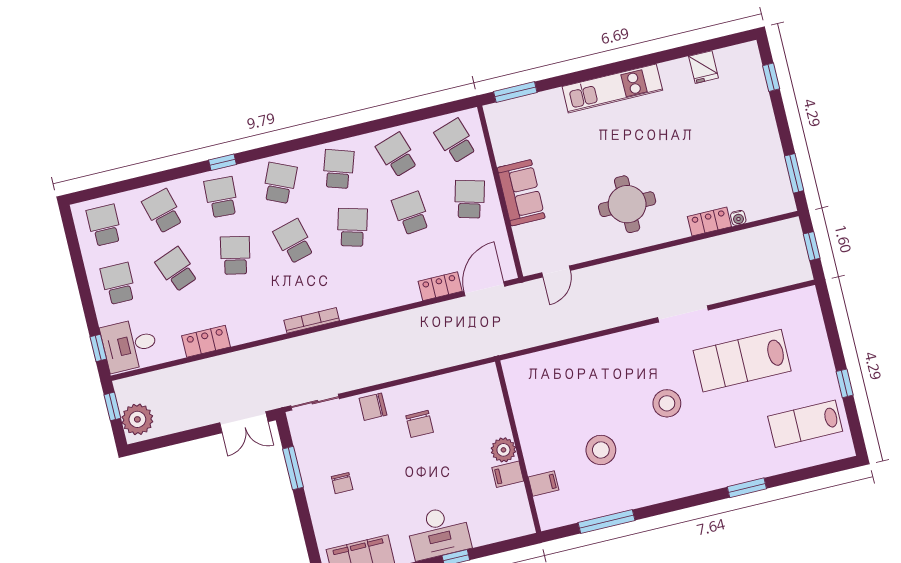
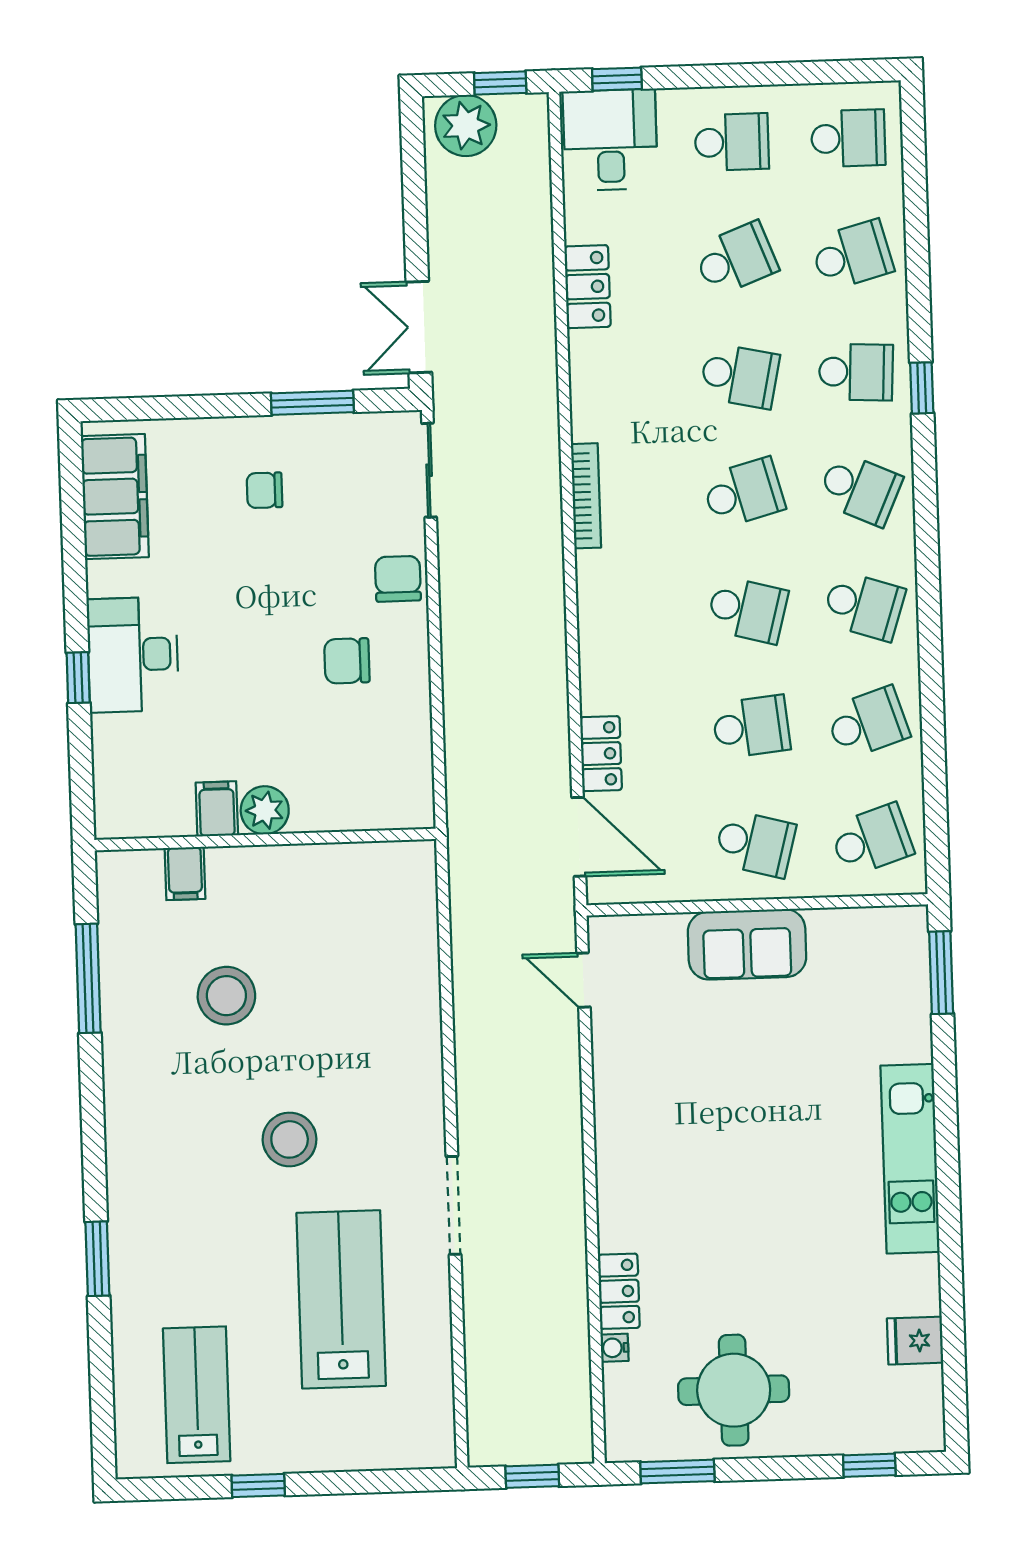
round table: (627, 204) -> (734, 1390), moved

